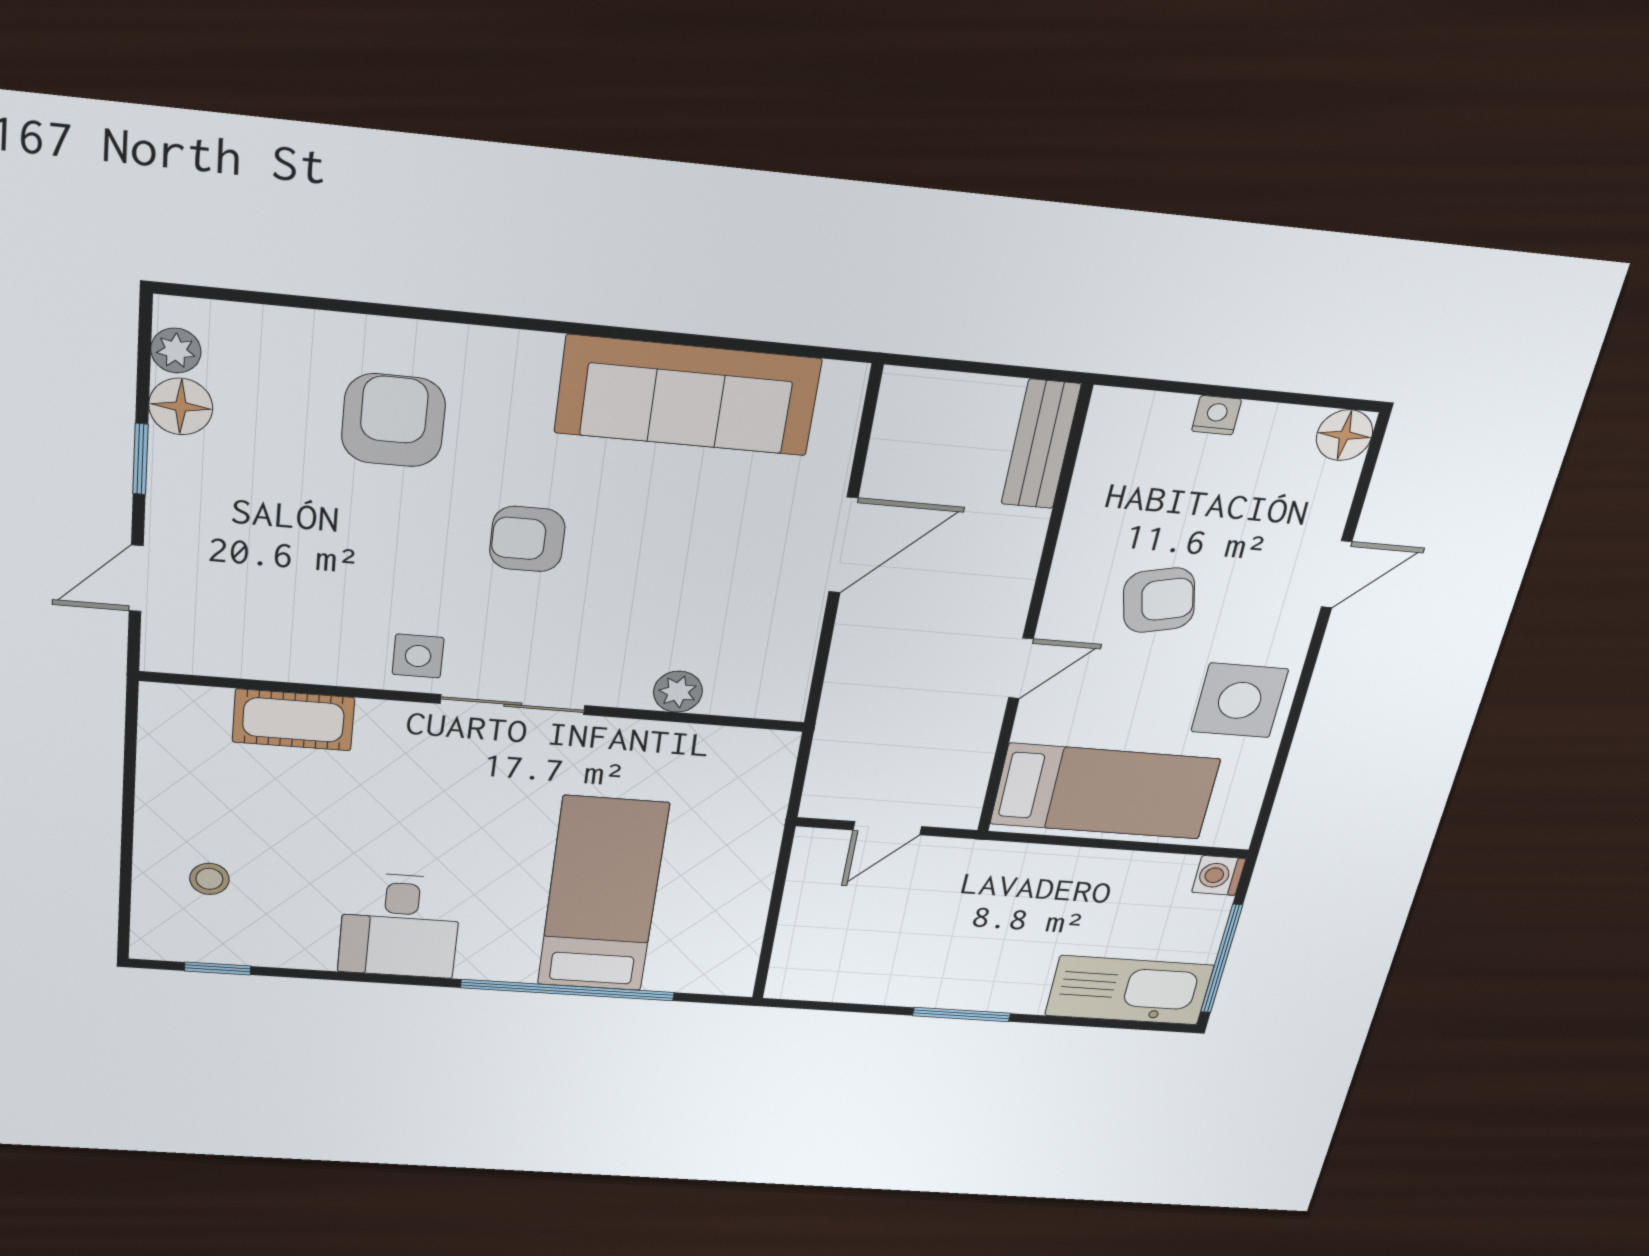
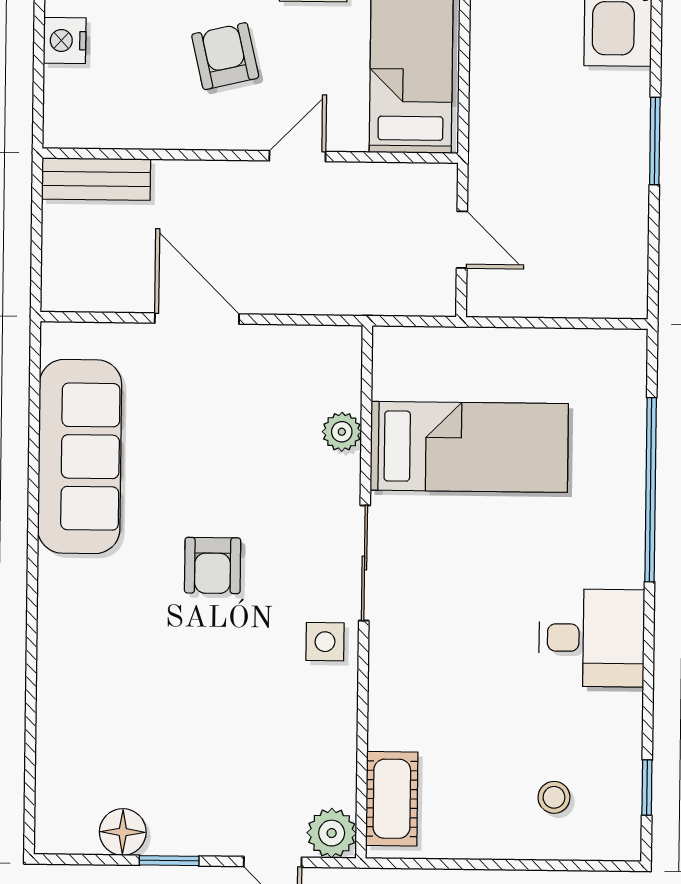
plant: (176, 351) -> (332, 833), moved, width x1.38, depth x1.38
nightstand: (1217, 415) -> (65, 41), width x1.39, depth x1.35
armchair: (393, 420) -> (120, 675), removed
door: (1021, 668) -> (297, 156), hinge flipped
cot: (293, 720) -> (392, 799), moved
bed: (603, 895) -> (469, 447), moved, turned 180

